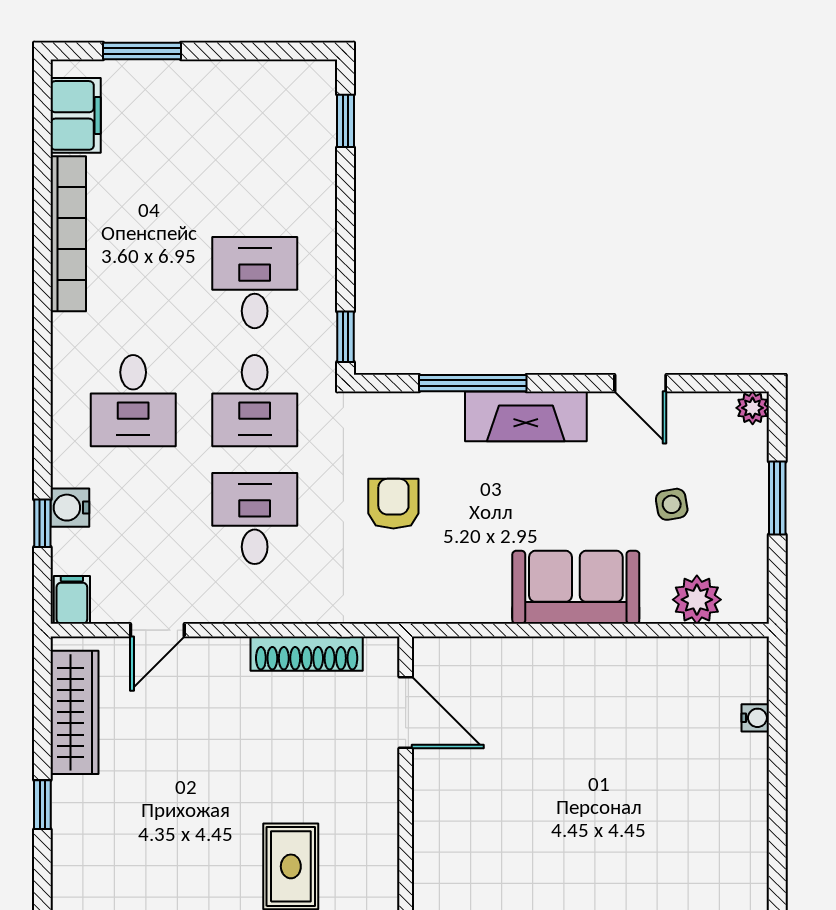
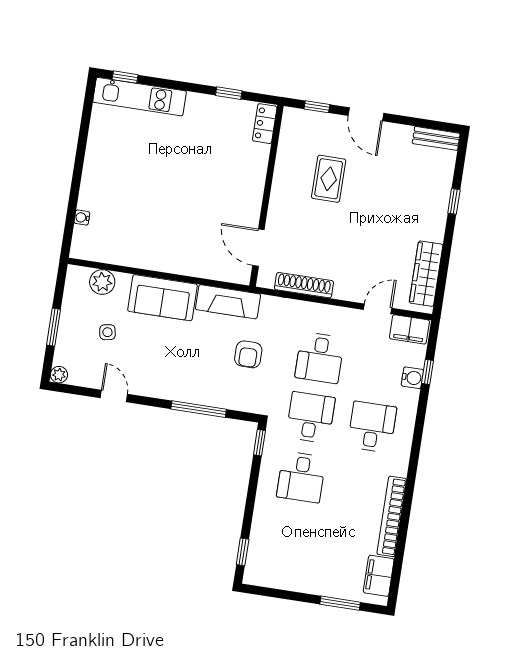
fireplace: (526, 416) -> (228, 302), moved, turned 180
filing cabinet: (72, 600) -> (409, 329), width x2.00
window: (42, 805) -> (454, 201), moved

